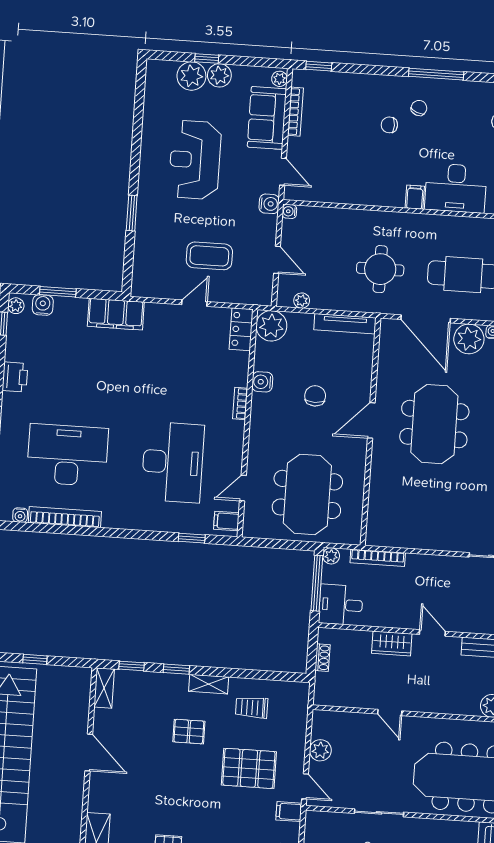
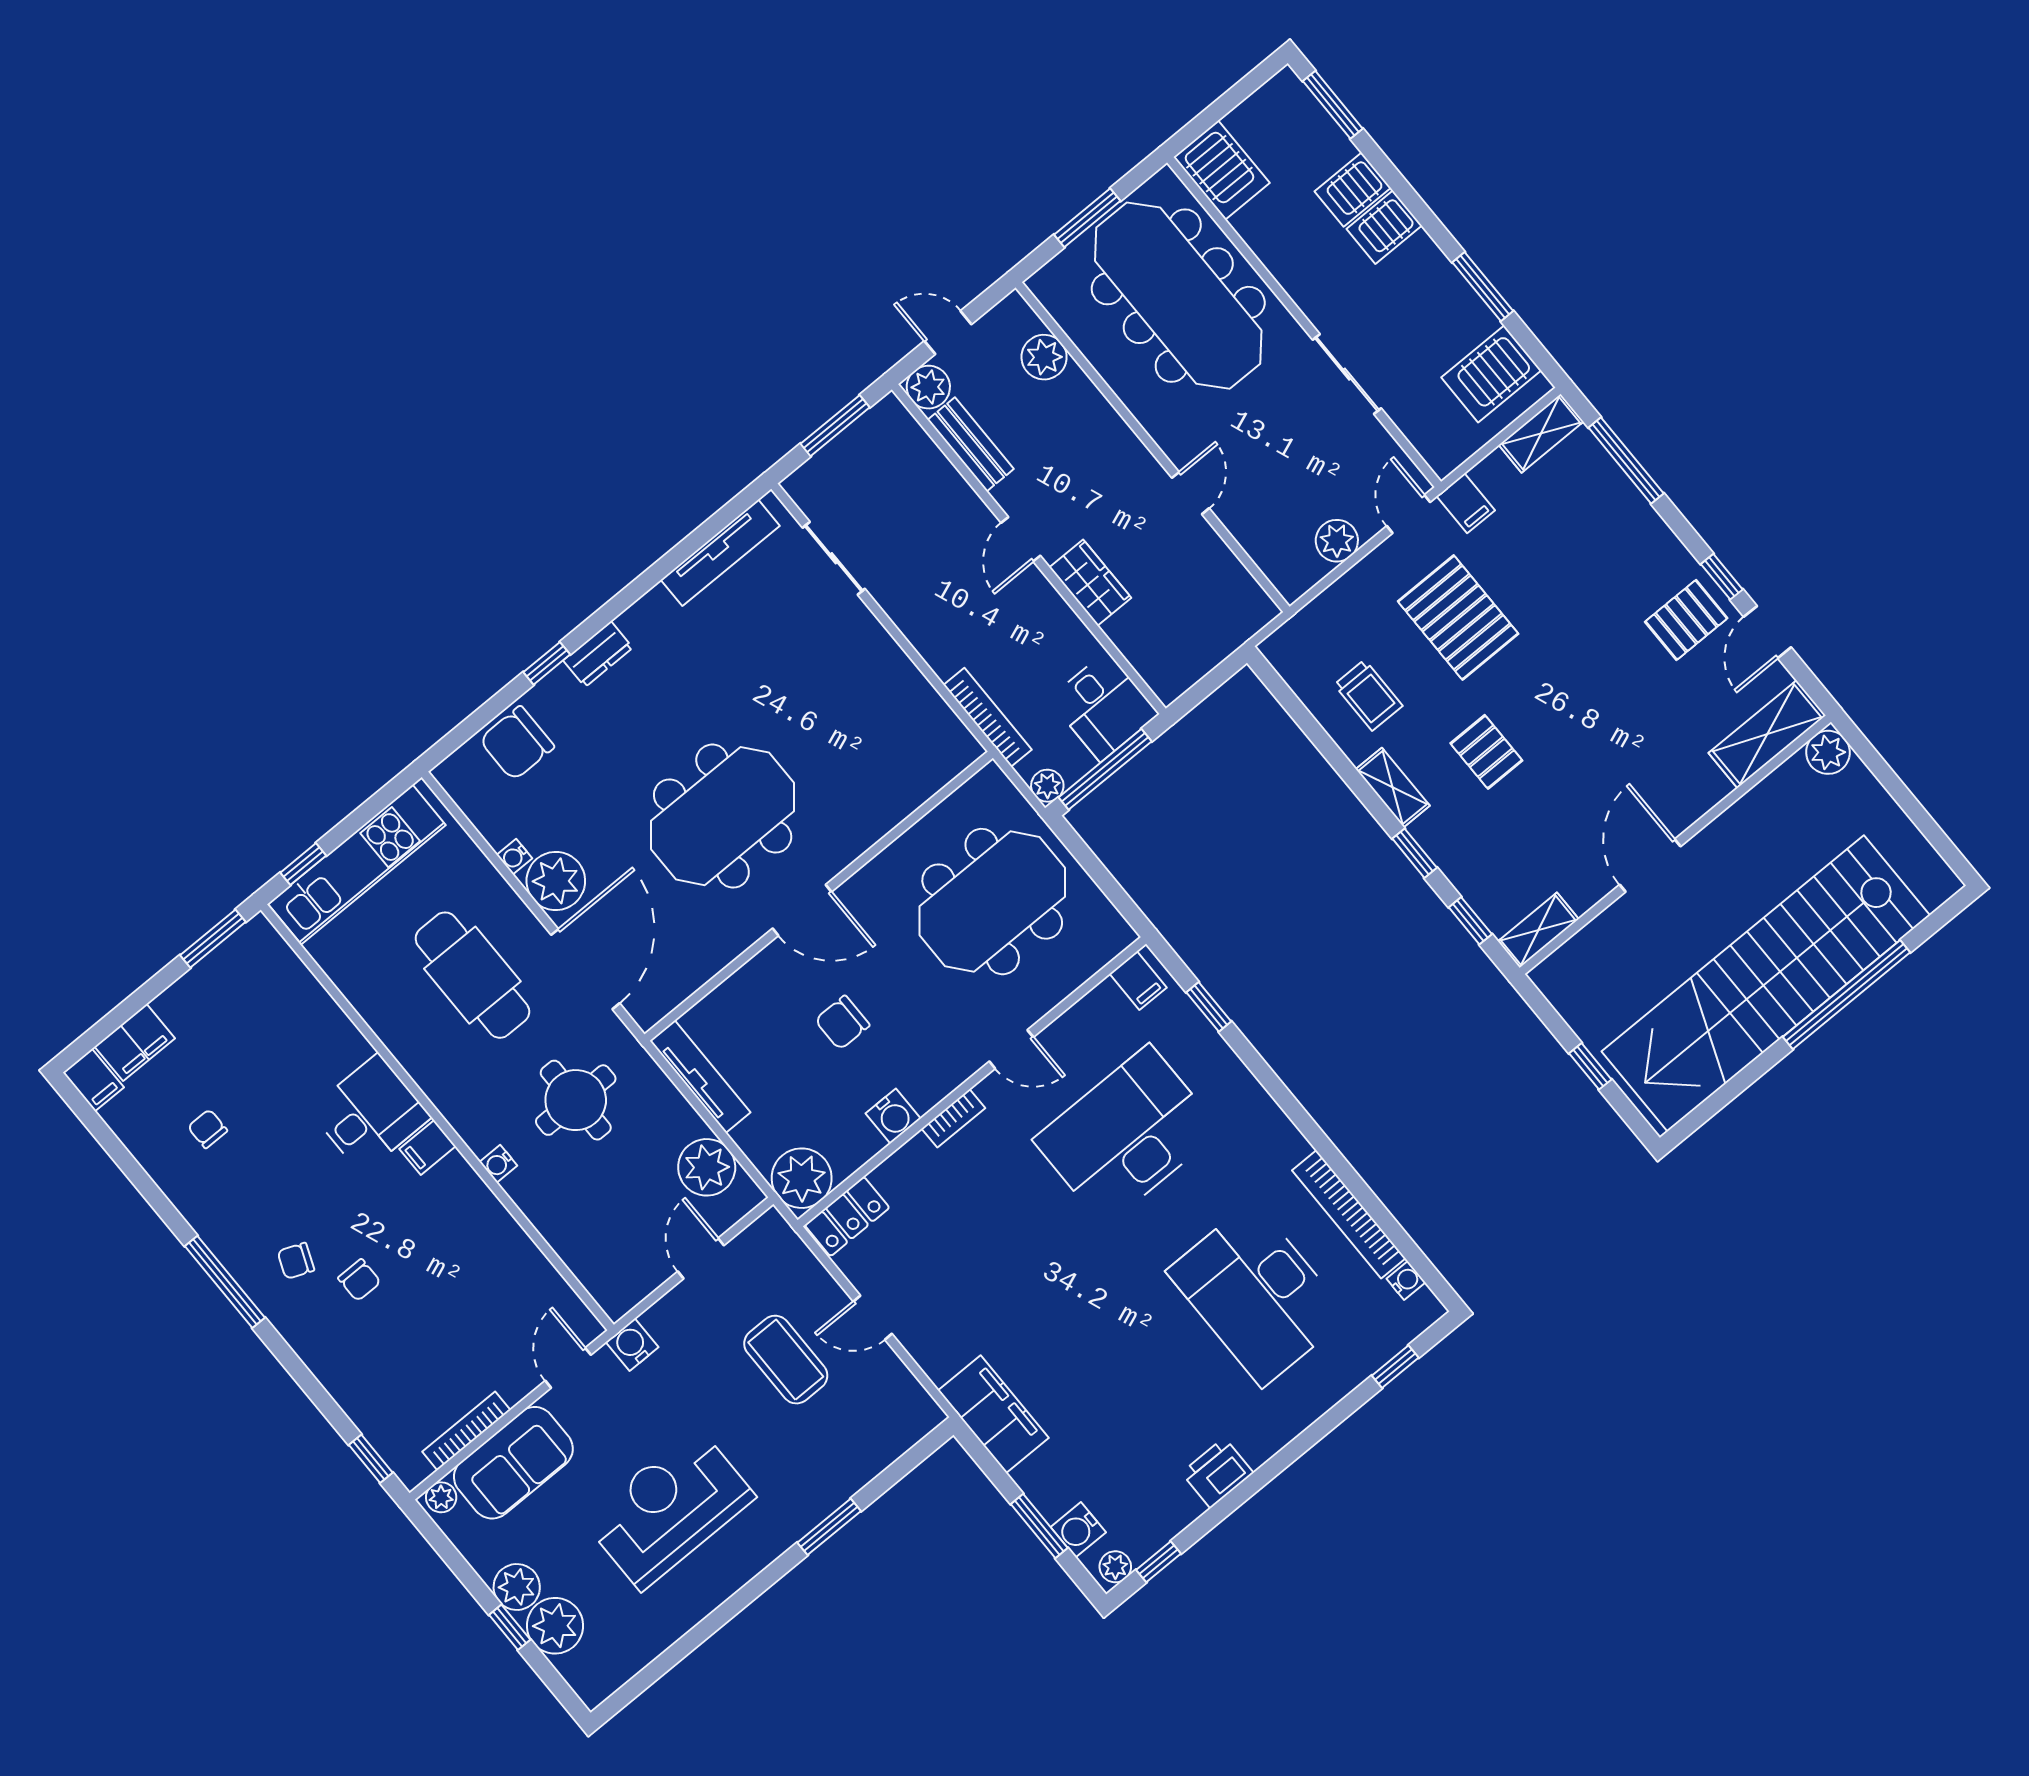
reception desk: (195, 160) -> (669, 1509), turned 180
desk: (456, 188) -> (370, 1114), width x0.73
water cooler: (289, 211) -> (498, 1164), moved, turned 90
plant: (302, 301) -> (707, 1167), width x1.88, depth x1.88
door: (243, 488) -> (1011, 1049), moved
shoe rack: (323, 658) -> (1203, 662), removed

